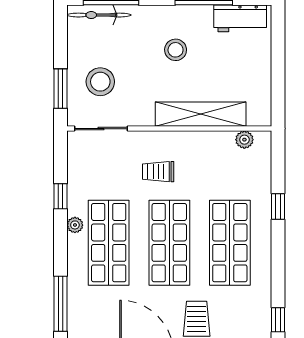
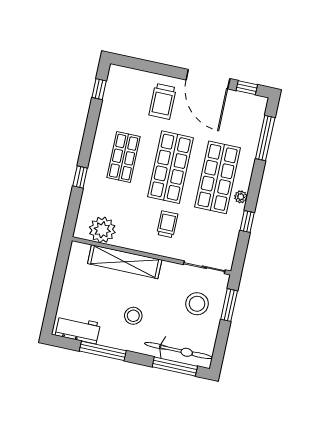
bicycle: (99, 15) -> (179, 351), width x1.37, depth x1.40
plant: (244, 140) -> (102, 230), width x1.87, depth x1.87
trolley: (158, 172) -> (167, 224), turned -90
shop shelf: (230, 243) -> (124, 157), width x0.70, depth x0.74

